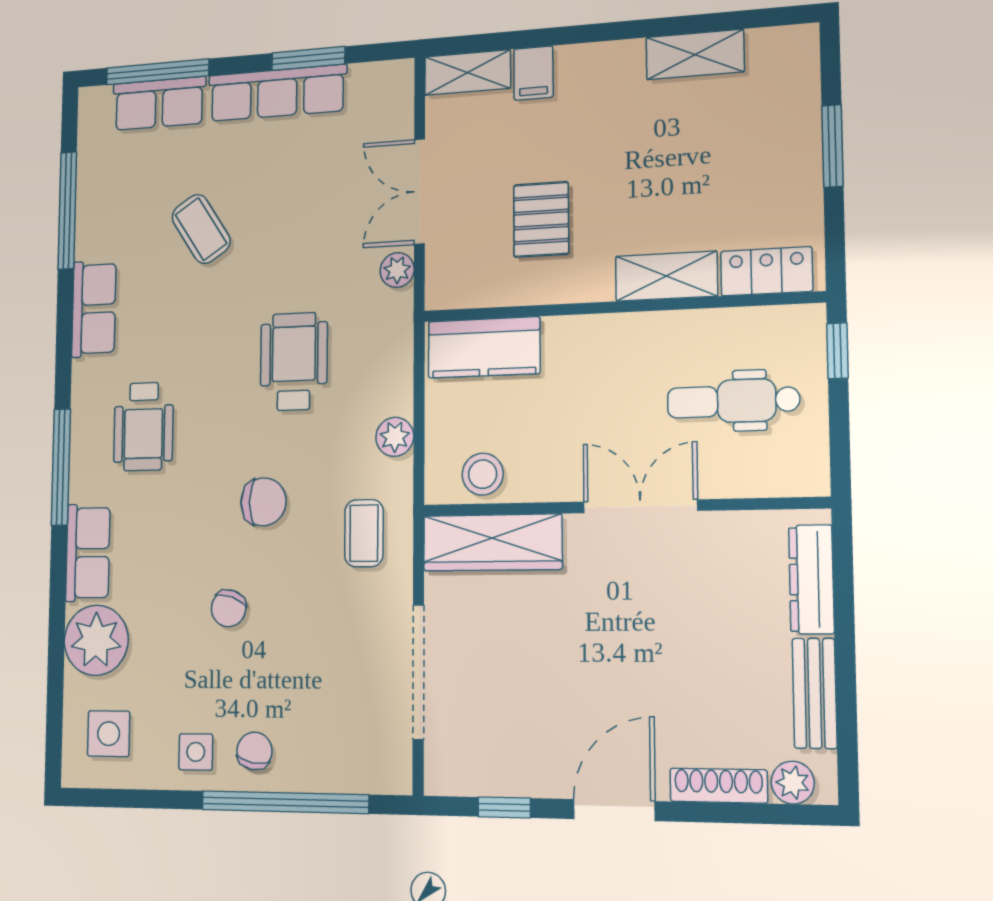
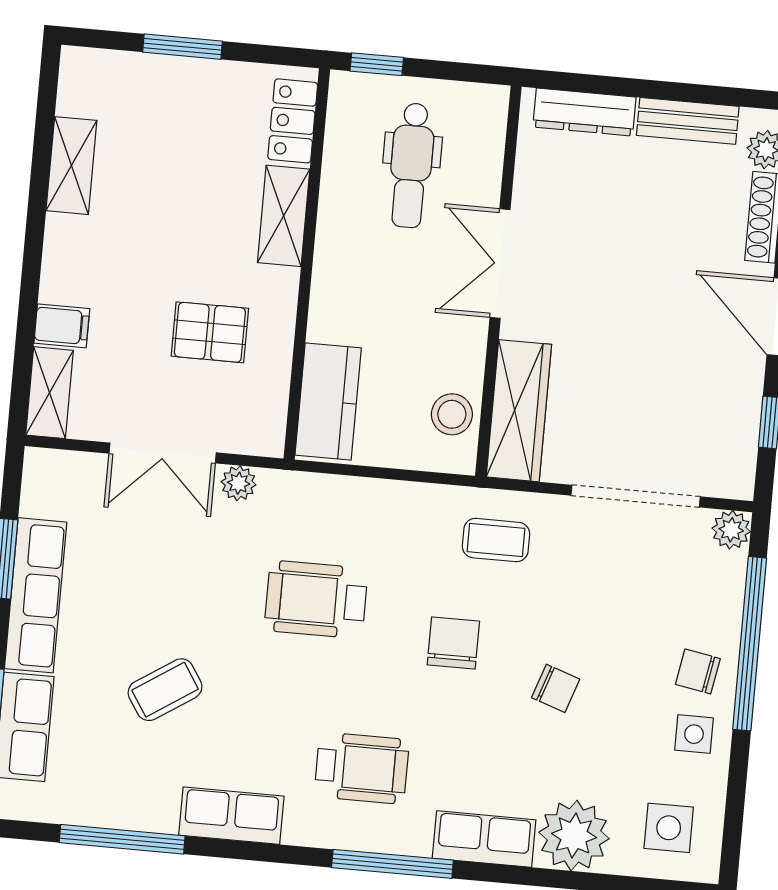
plant: (395, 437) -> (731, 530), moved

